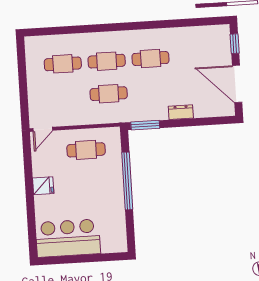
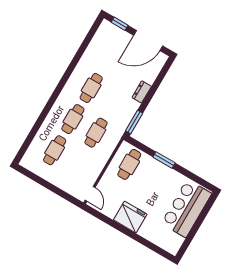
cafe table: (86, 150) -> (129, 164), moved
window: (127, 181) -> (164, 160), width x0.47
fridge: (43, 186) -> (130, 217), width x1.88, depth x1.34
bar counter: (68, 238) -> (186, 208), moved

